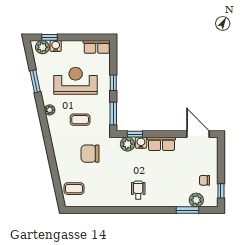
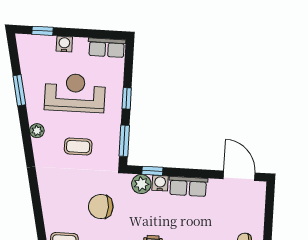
water cooler: (56, 46) -> (64, 44), moved
plant: (42, 47) -> (32, 44), removed
chair: (90, 154) -> (101, 207), moved

